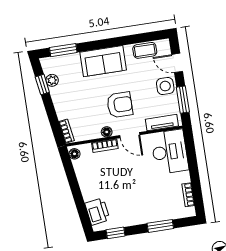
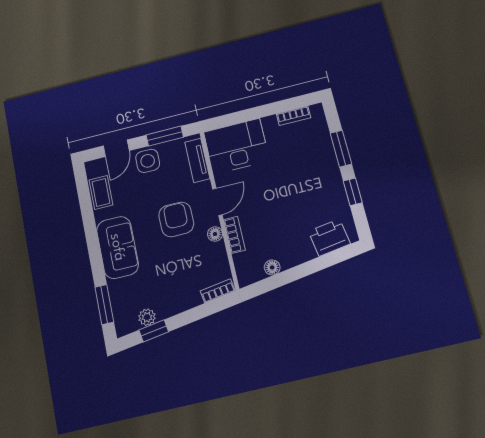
floor lamp: (75, 154) -> (272, 267), moved
window: (116, 233) -> (353, 192), moved

